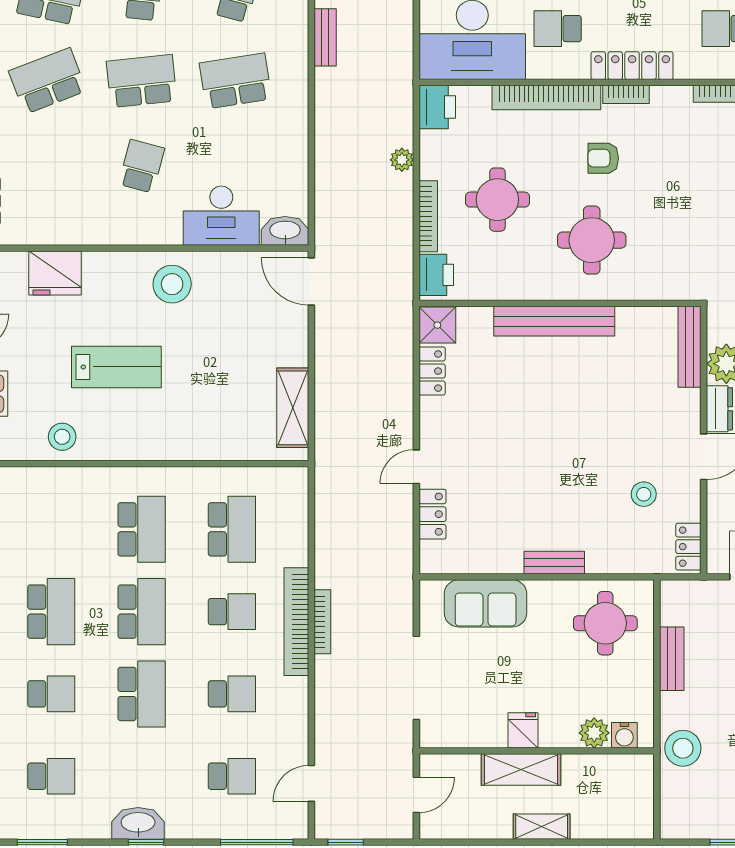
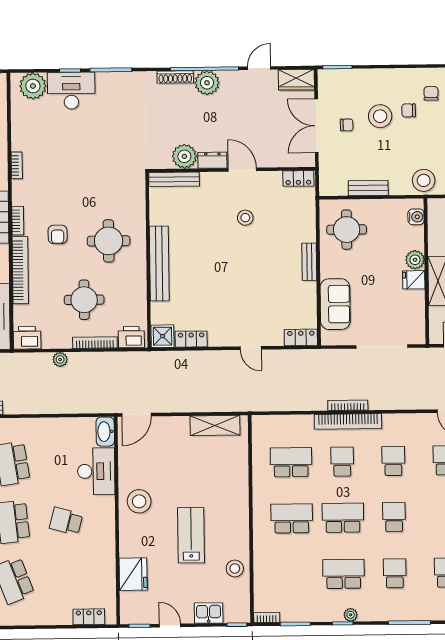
stool: (644, 494) -> (245, 218), moved
locker: (433, 514) -> (301, 337), moved
school desk: (142, 694) -> (394, 517), width x0.54
plant: (594, 733) -> (415, 260), moved

